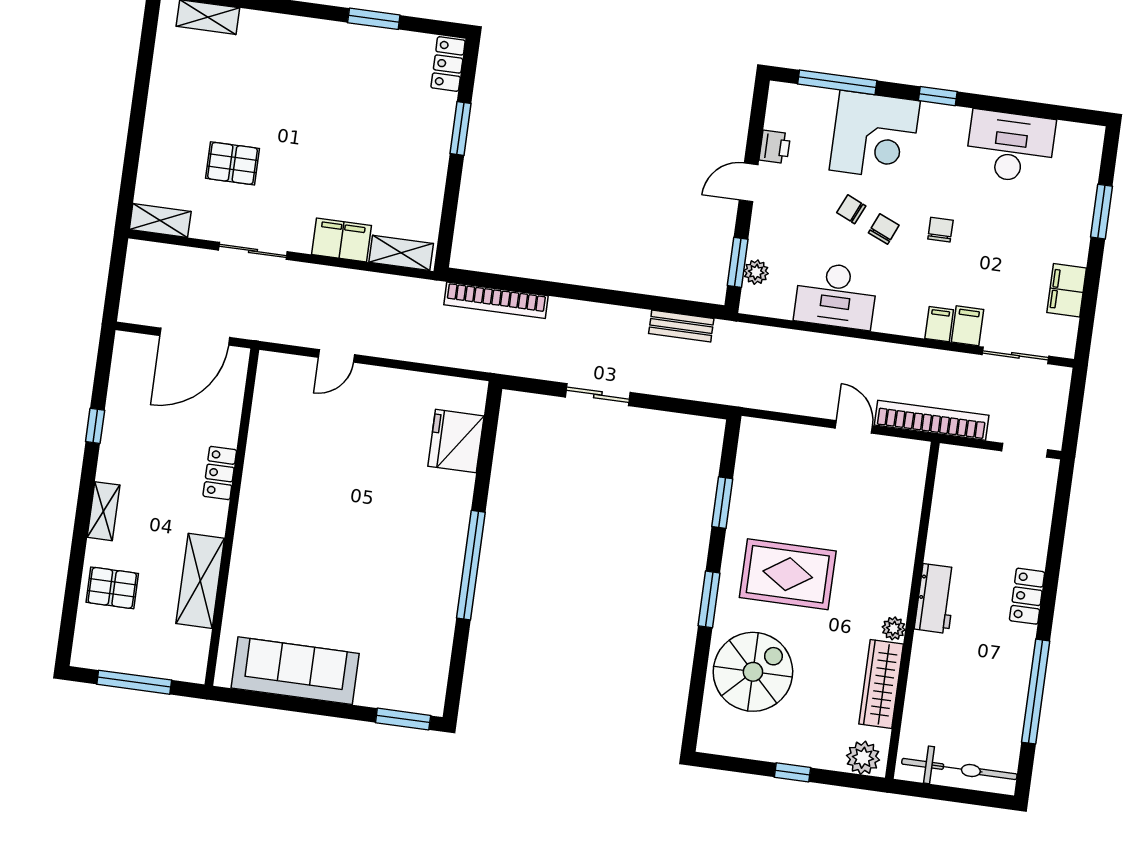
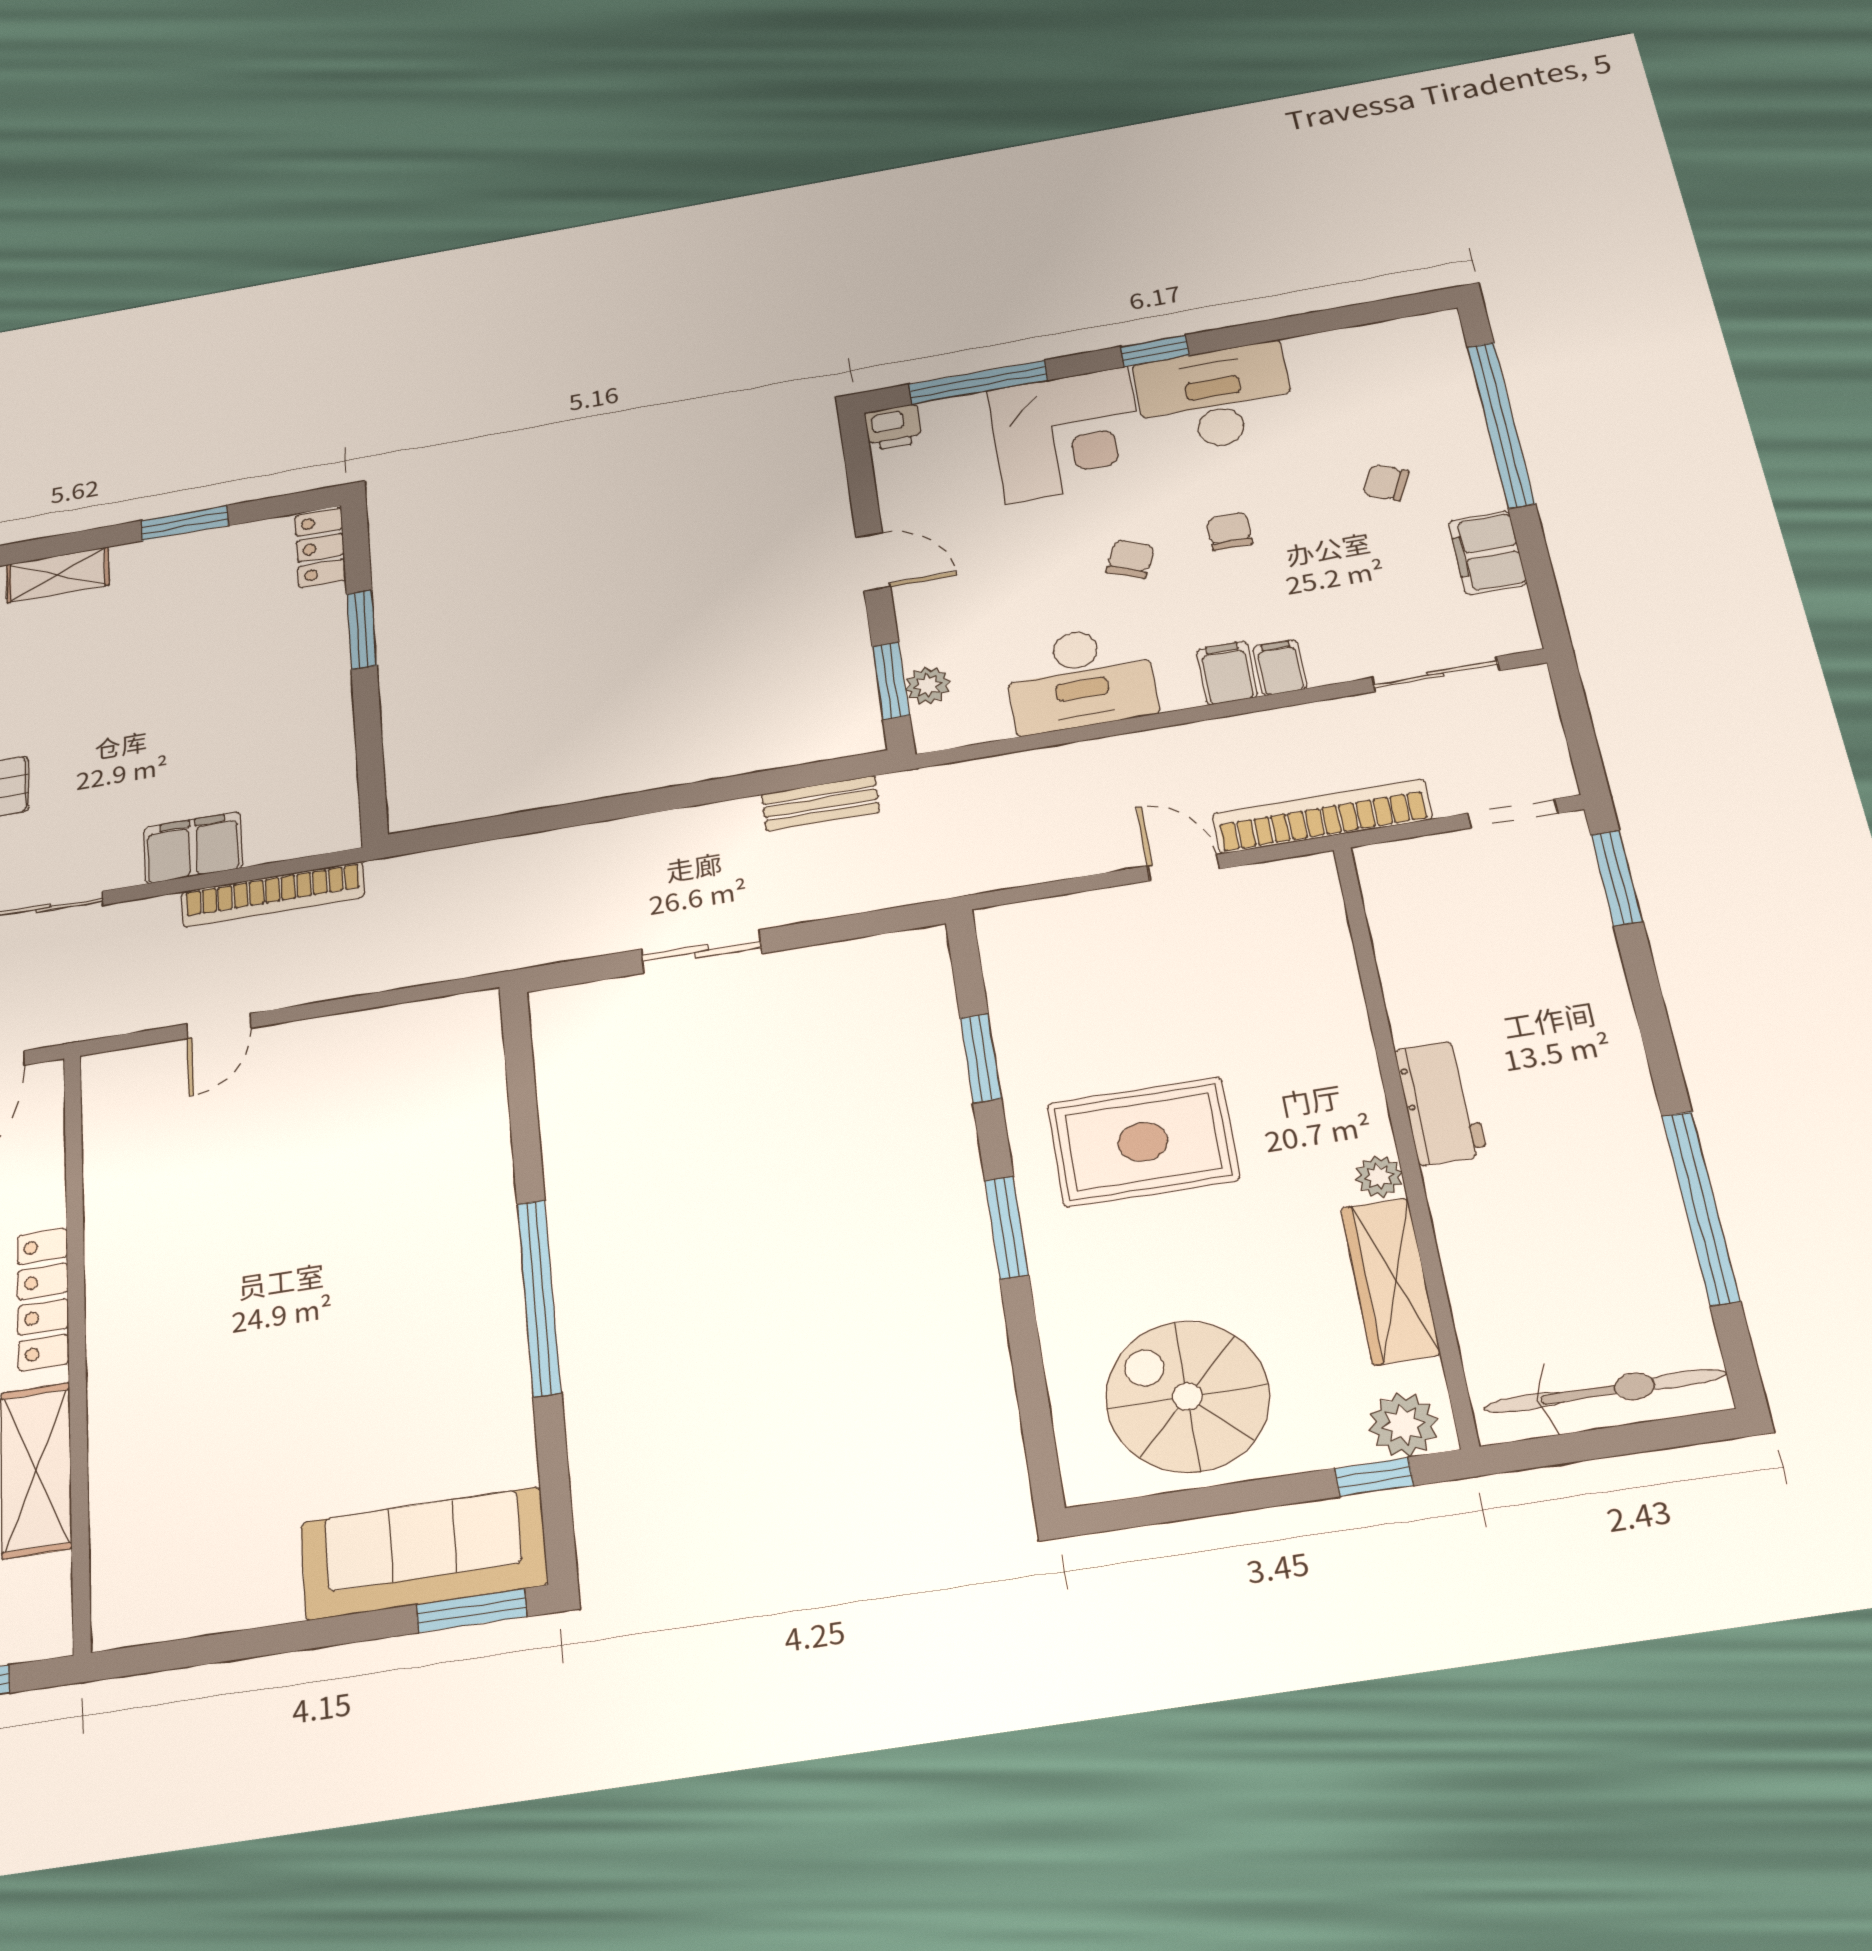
printer: (775, 147) -> (893, 427), moved, turned 90
desk: (1010, 147) -> (1215, 398), moved
door: (749, 182) -> (873, 562), swing flipped
chair: (851, 209) -> (1386, 483), moved
window: (1101, 212) -> (1501, 425), width x2.11
shelving: (401, 253) -> (58, 575), moved
bookcase: (496, 300) -> (273, 895), moved
filing cabinet: (968, 326) -> (1227, 673), moved
fridge: (456, 441) -> (463, 1099), removed
locker: (220, 473) -> (43, 1299), width x1.53
window: (1061, 504) -> (1617, 878), added
locker: (1027, 596) -> (1615, 1048), removed
sofa: (295, 671) -> (424, 1553), moved
spiral stairs: (753, 672) -> (1187, 1397), moved, turned -90
window: (793, 772) -> (1374, 1477), moved

